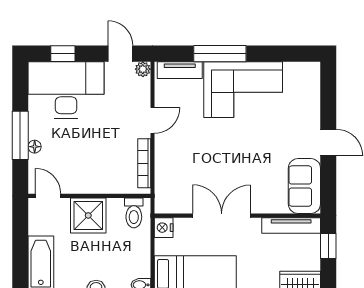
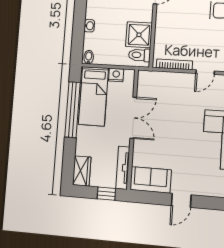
door: (152, 120) -> (205, 72), hinge flipped
shower: (88, 215) -> (139, 35), moved
nightstand: (164, 228) -> (116, 75), moved

